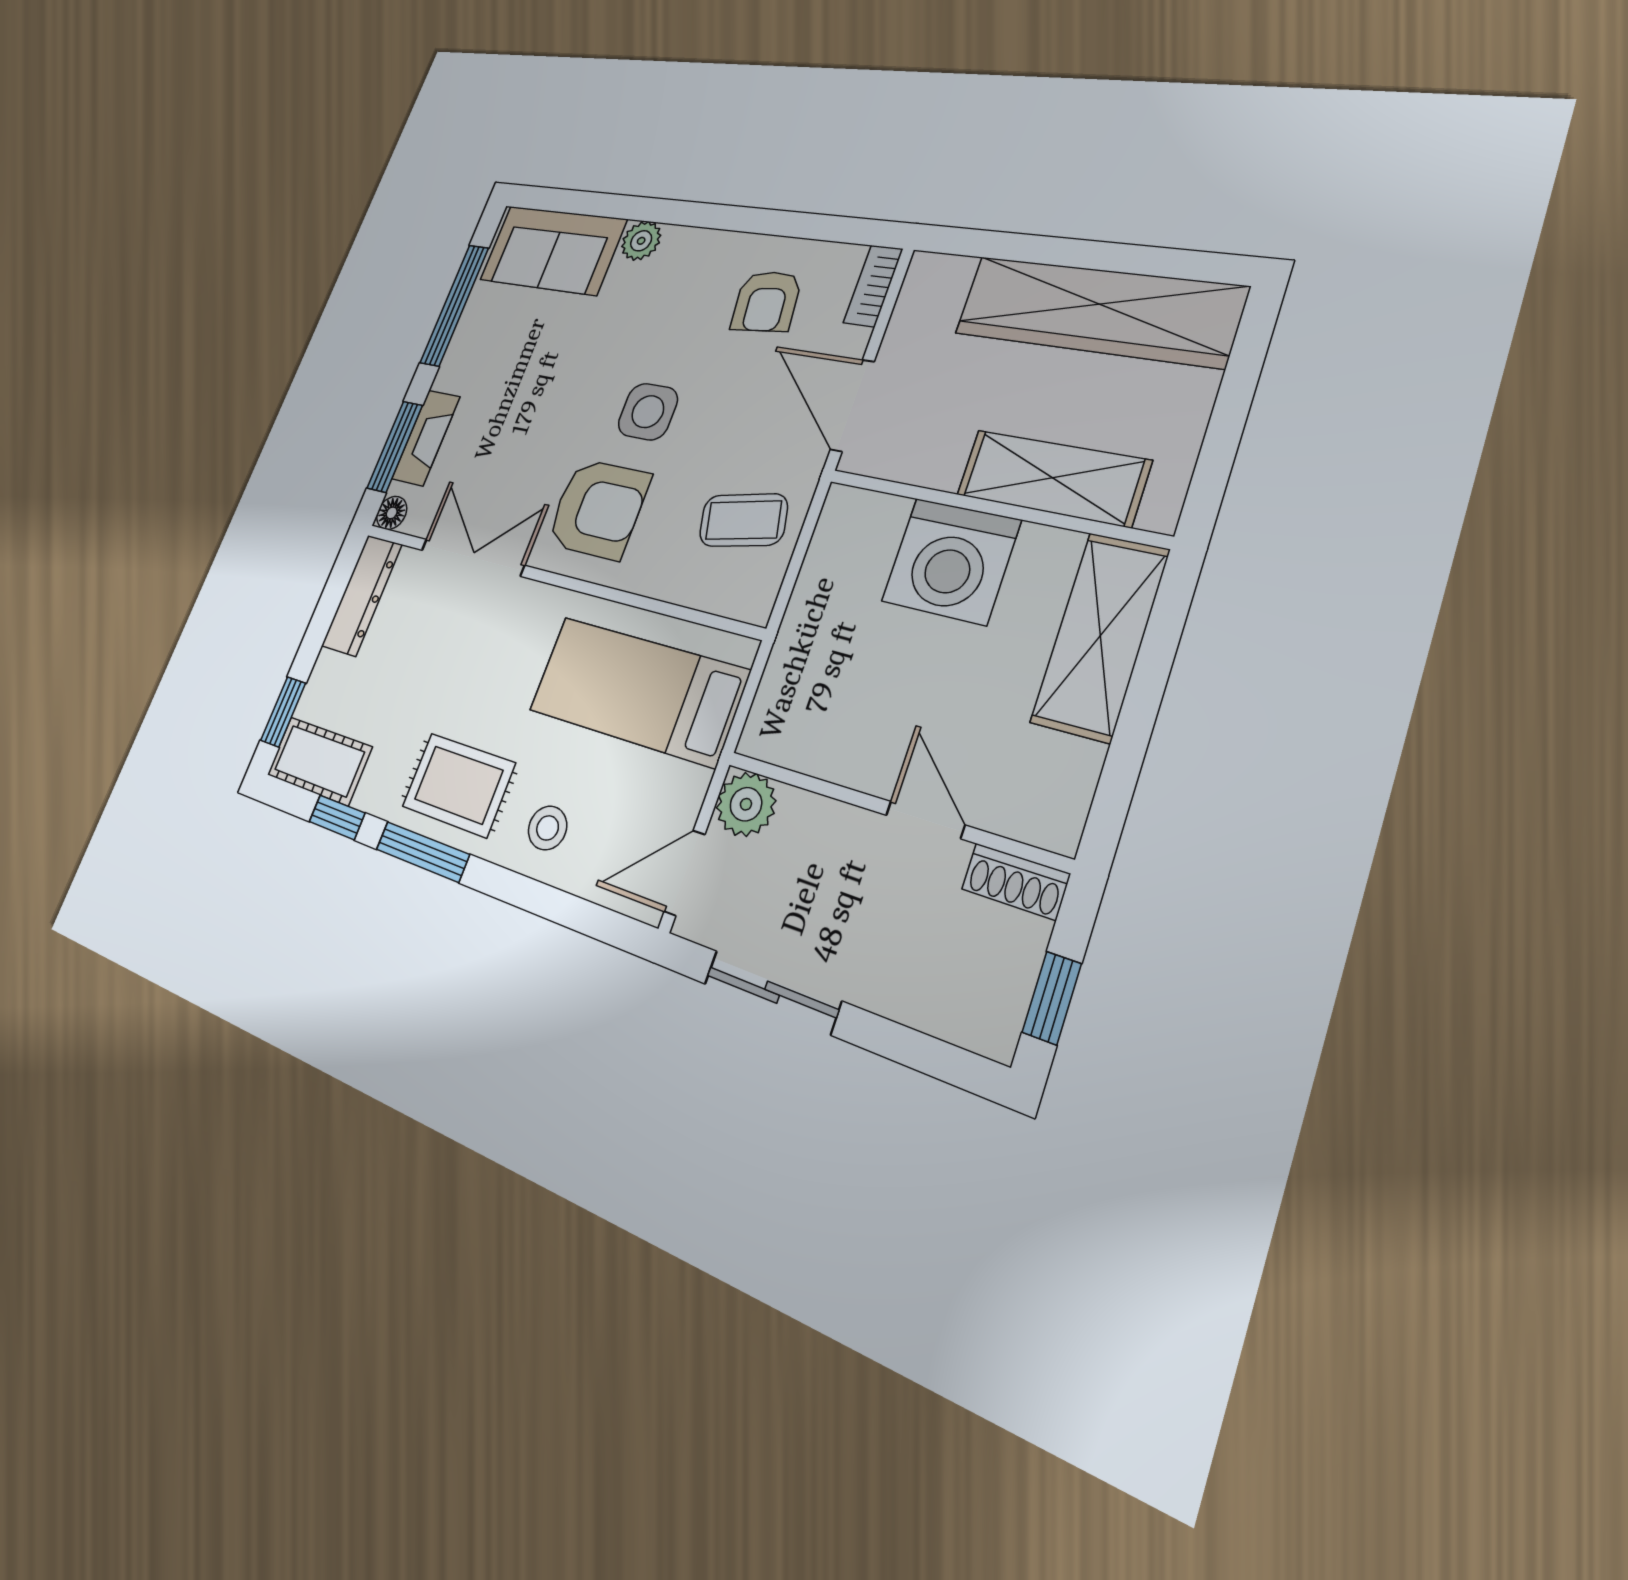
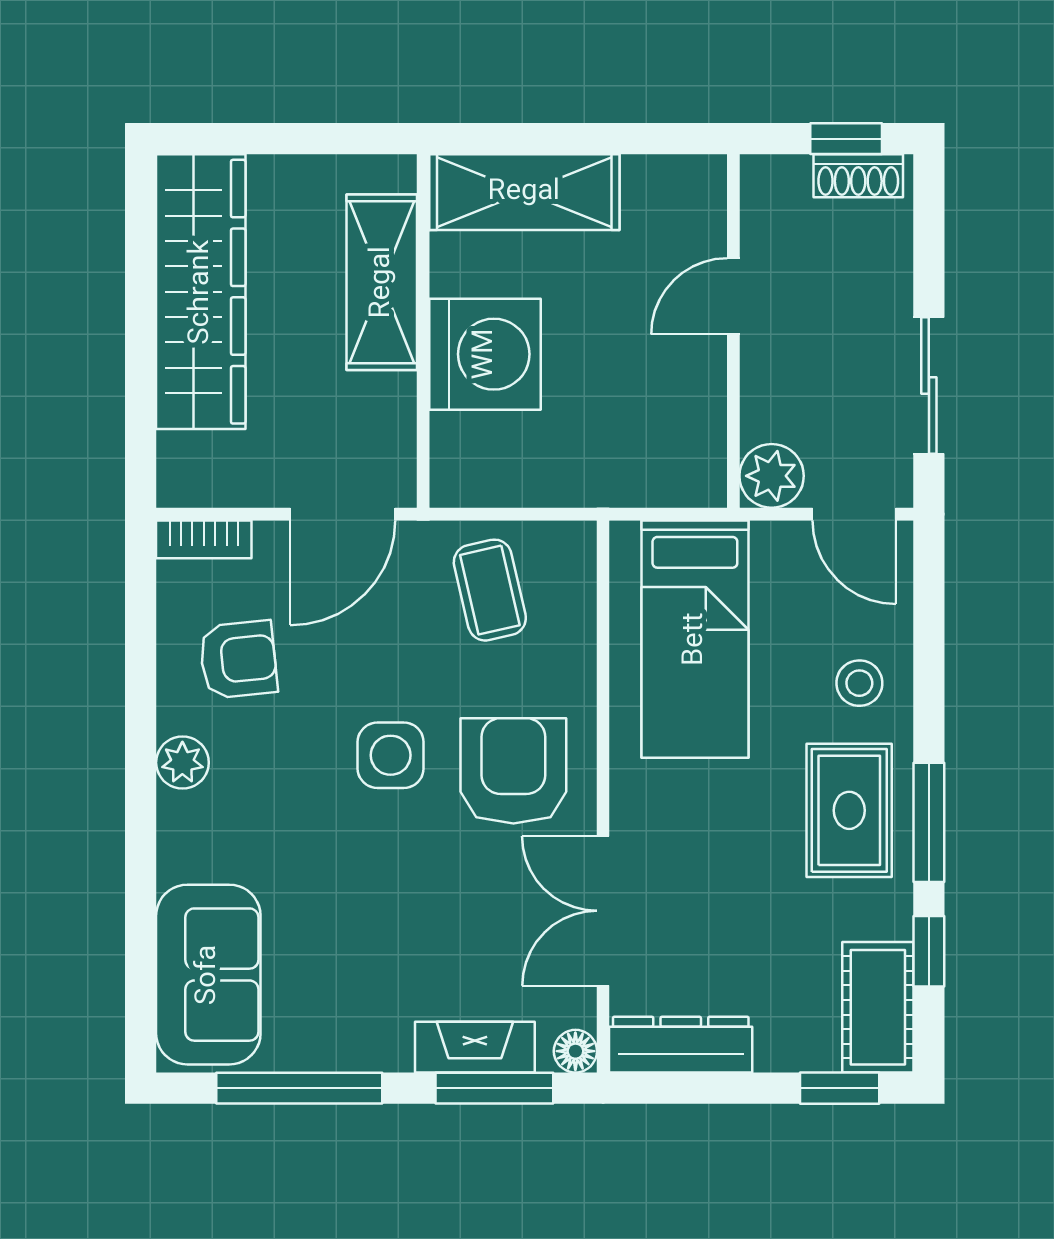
plant: (641, 241) -> (182, 763), moved
shoe rack: (1016, 881) -> (858, 176), moved, turned 90

